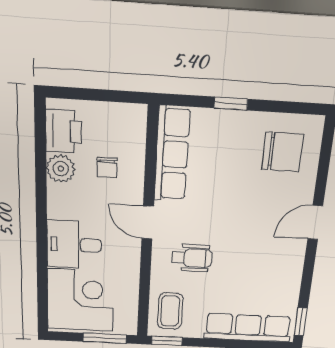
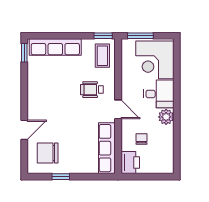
window: (231, 104) -> (61, 177), moved
printer: (64, 131) -> (130, 163), moved, turned 180
plant: (61, 169) -> (166, 117), moved
door: (315, 223) -> (24, 130), moved

